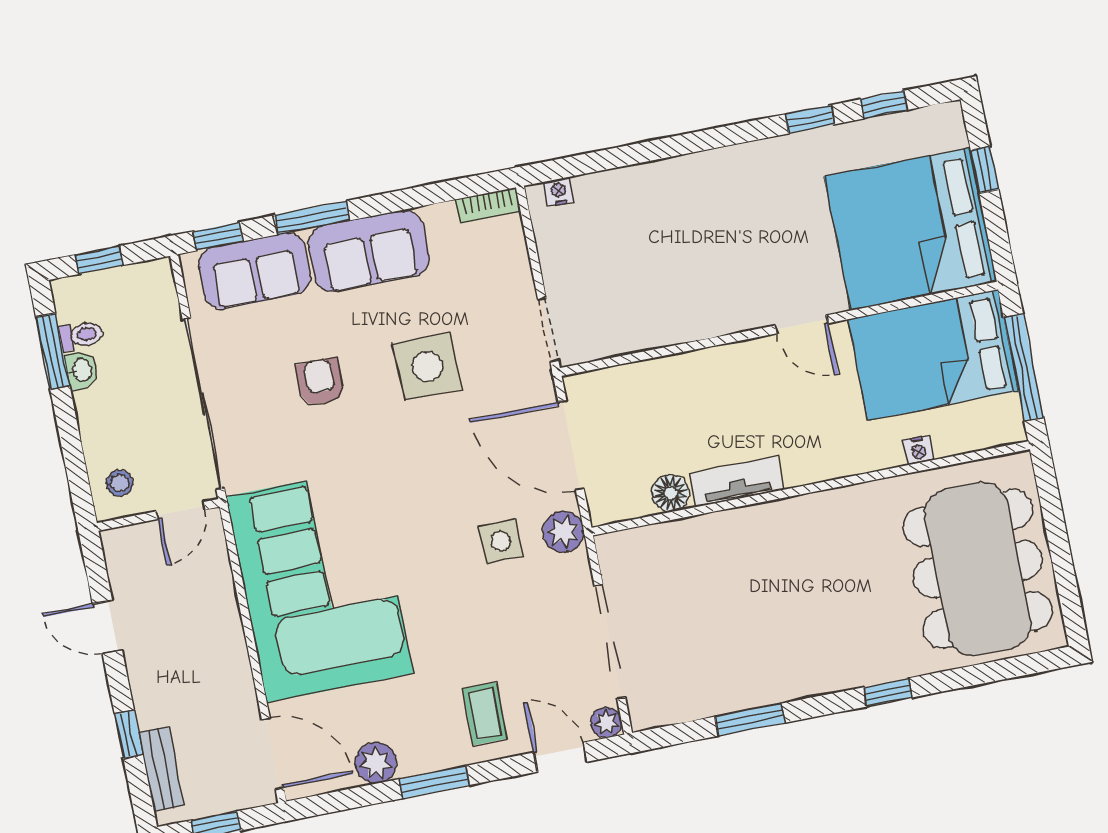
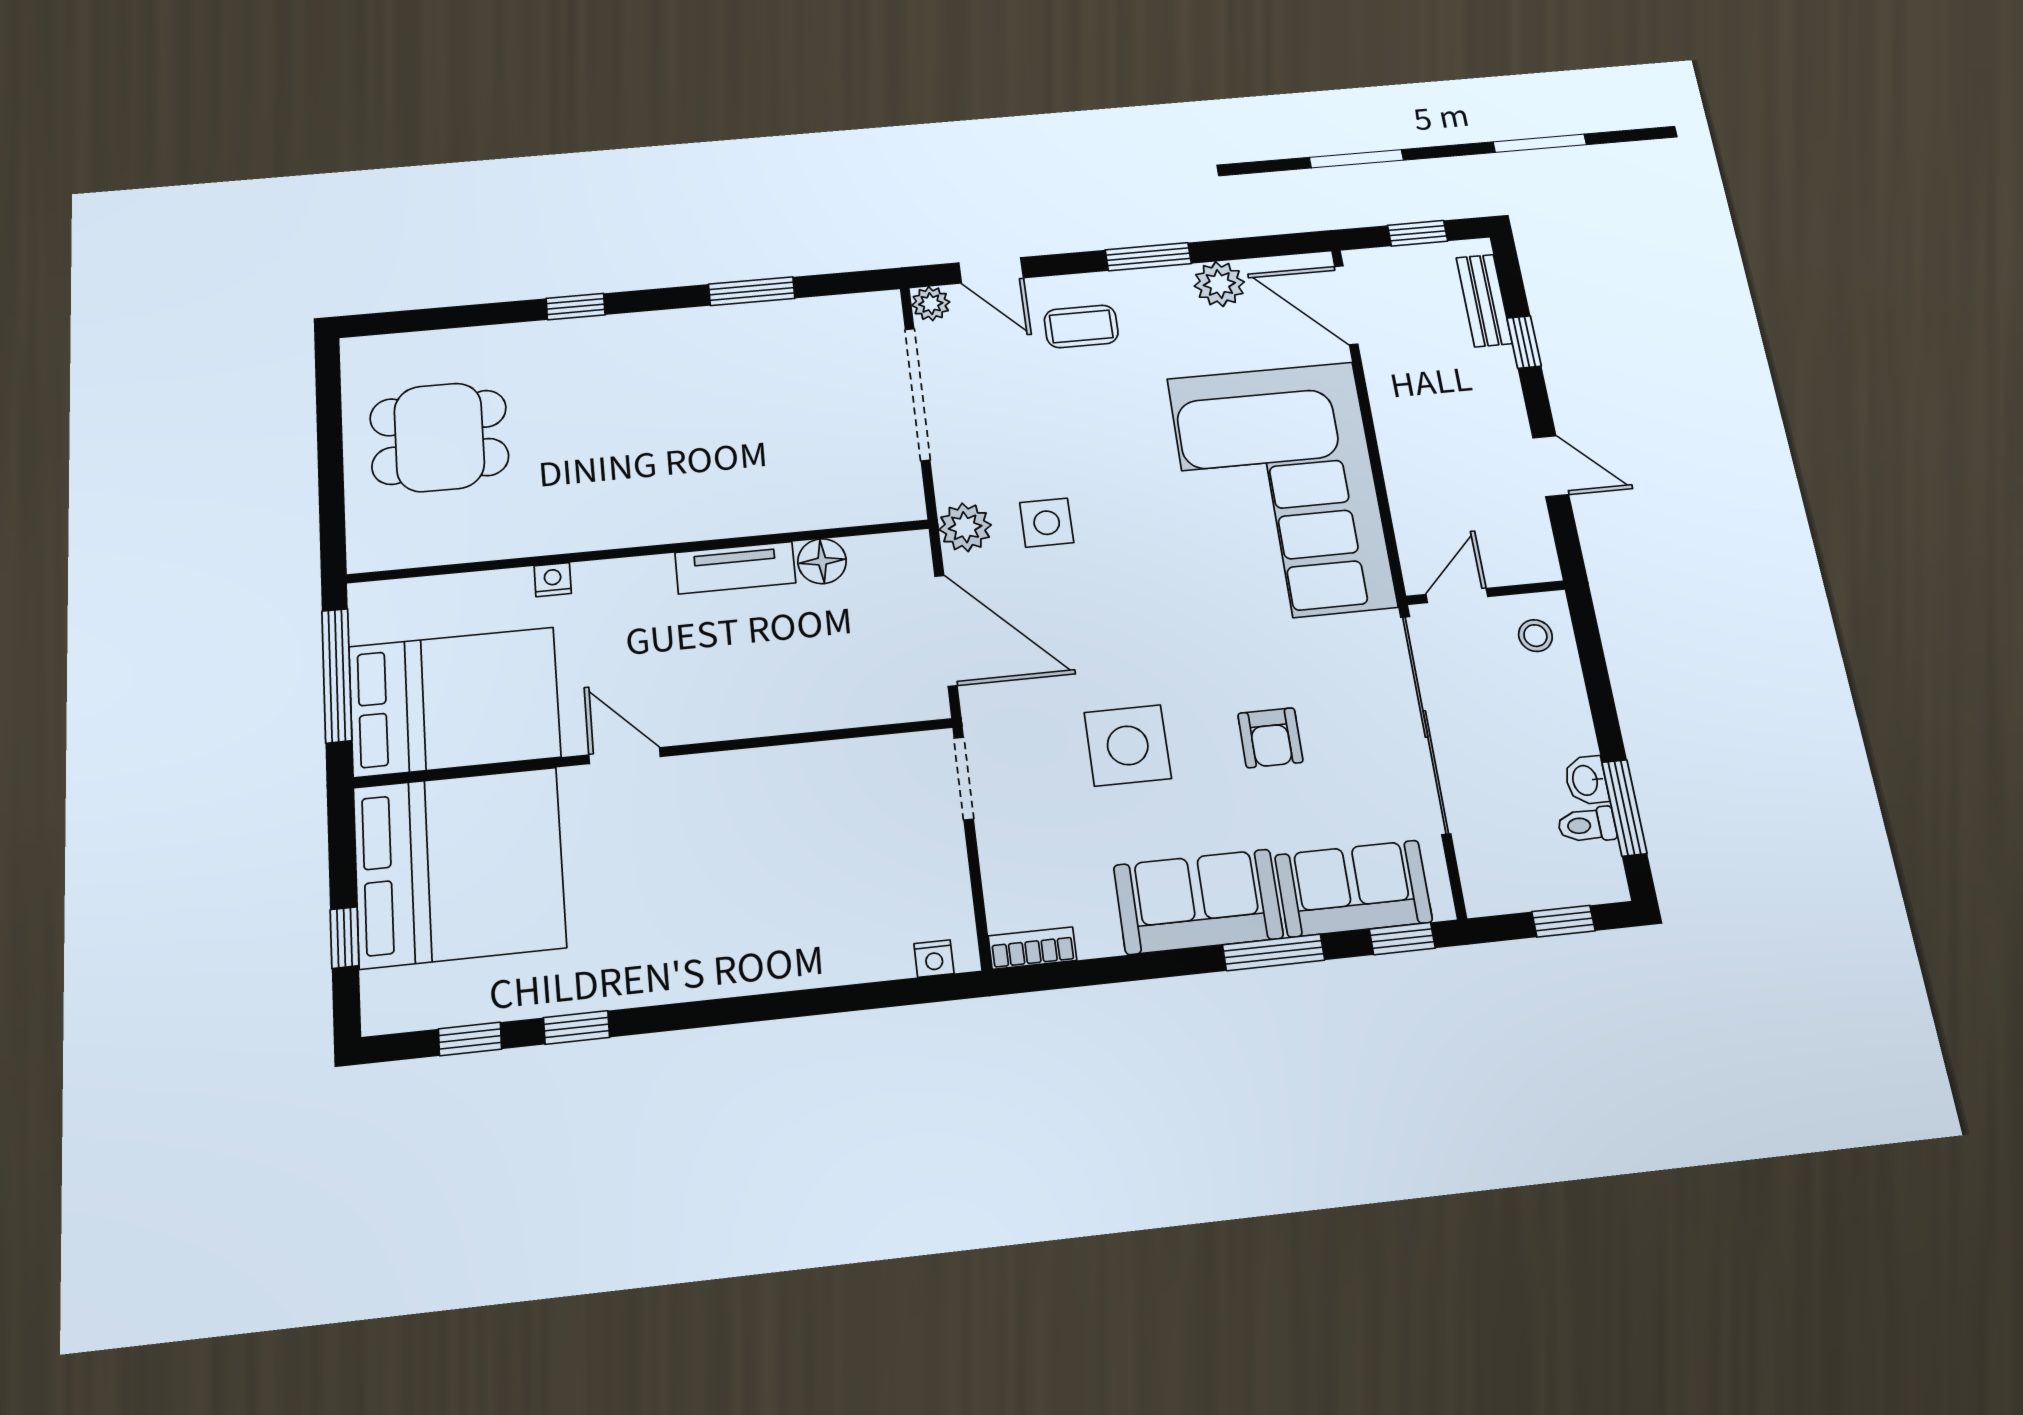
nightstand: (918, 450) -> (553, 580), moved
dining table: (978, 569) -> (439, 437), width x0.53, depth x0.80
coffee table: (485, 714) -> (1081, 326), turned 90

